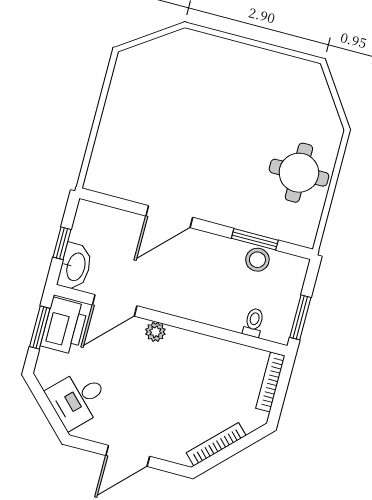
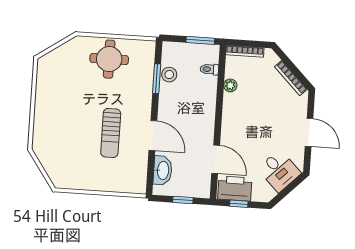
sun lounger: (186, 153) -> (111, 133), added
washbasin: (75, 267) -> (163, 170), moved, turned 90
window: (40, 328) -> (239, 204), width x0.67
plant: (155, 332) -> (230, 85), moved

